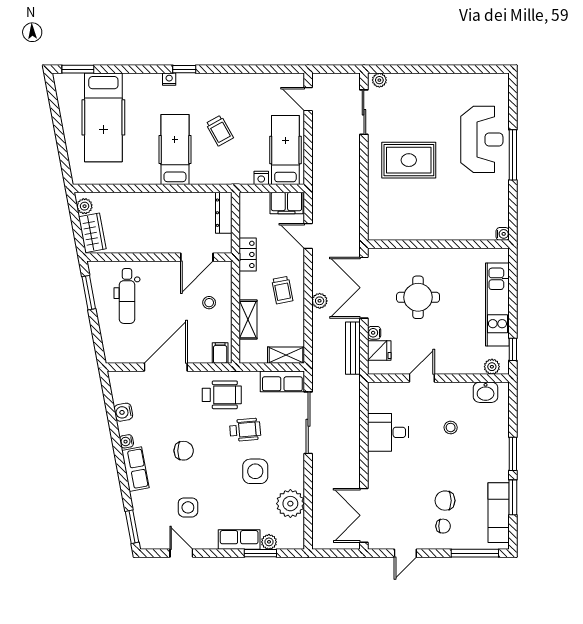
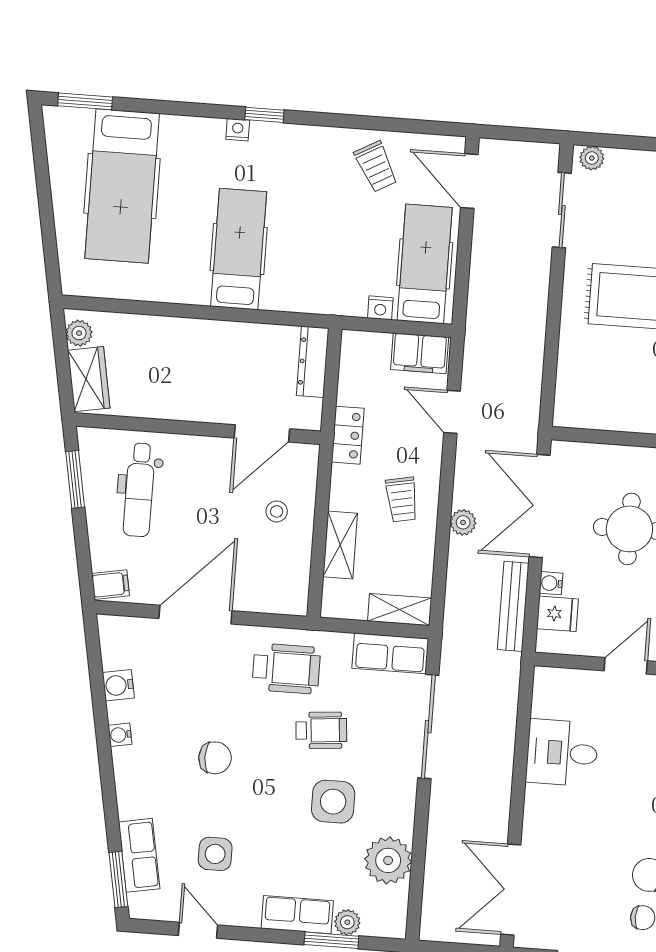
door: (308, 99) -> (469, 181), width x1.38
trolley: (220, 131) -> (376, 167), moved
filing cabinet: (220, 353) -> (111, 585), moved, turned 80
row of seats: (135, 469) -> (139, 855), moved

